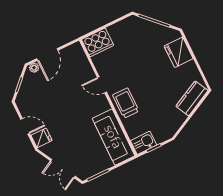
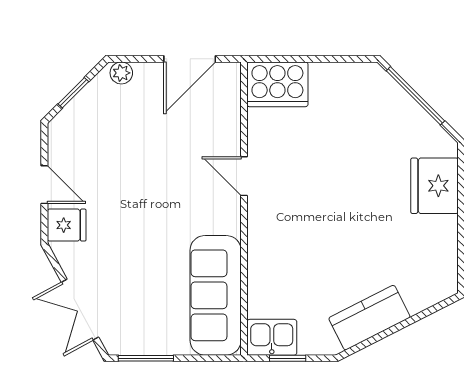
door: (47, 54) -> (190, 59), moved
kitchen counter: (192, 98) -> (369, 318), moved
trolley: (126, 103) -> (275, 238), removed

